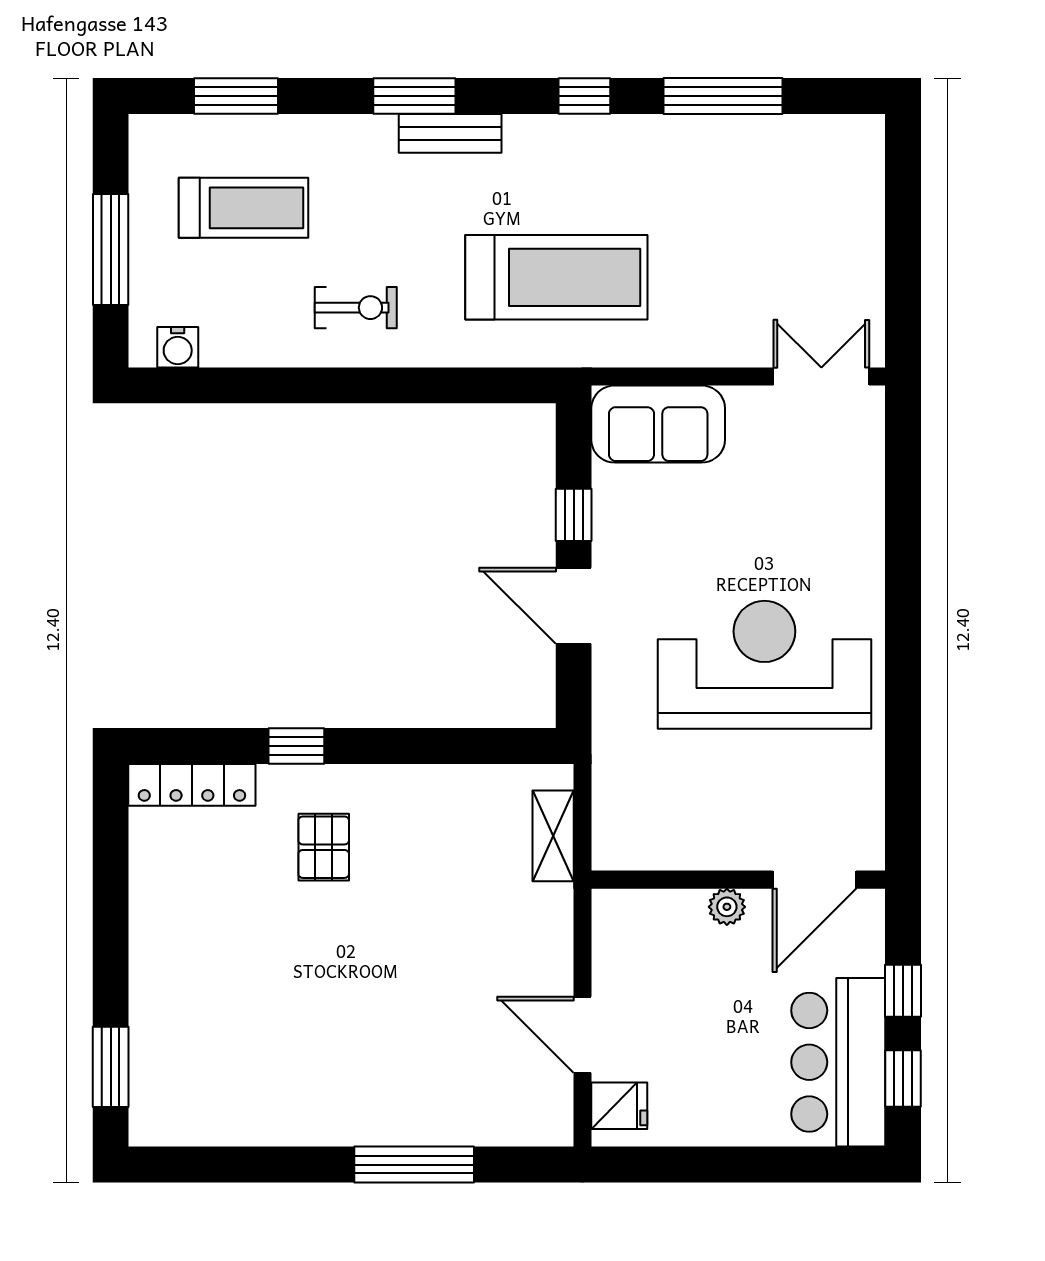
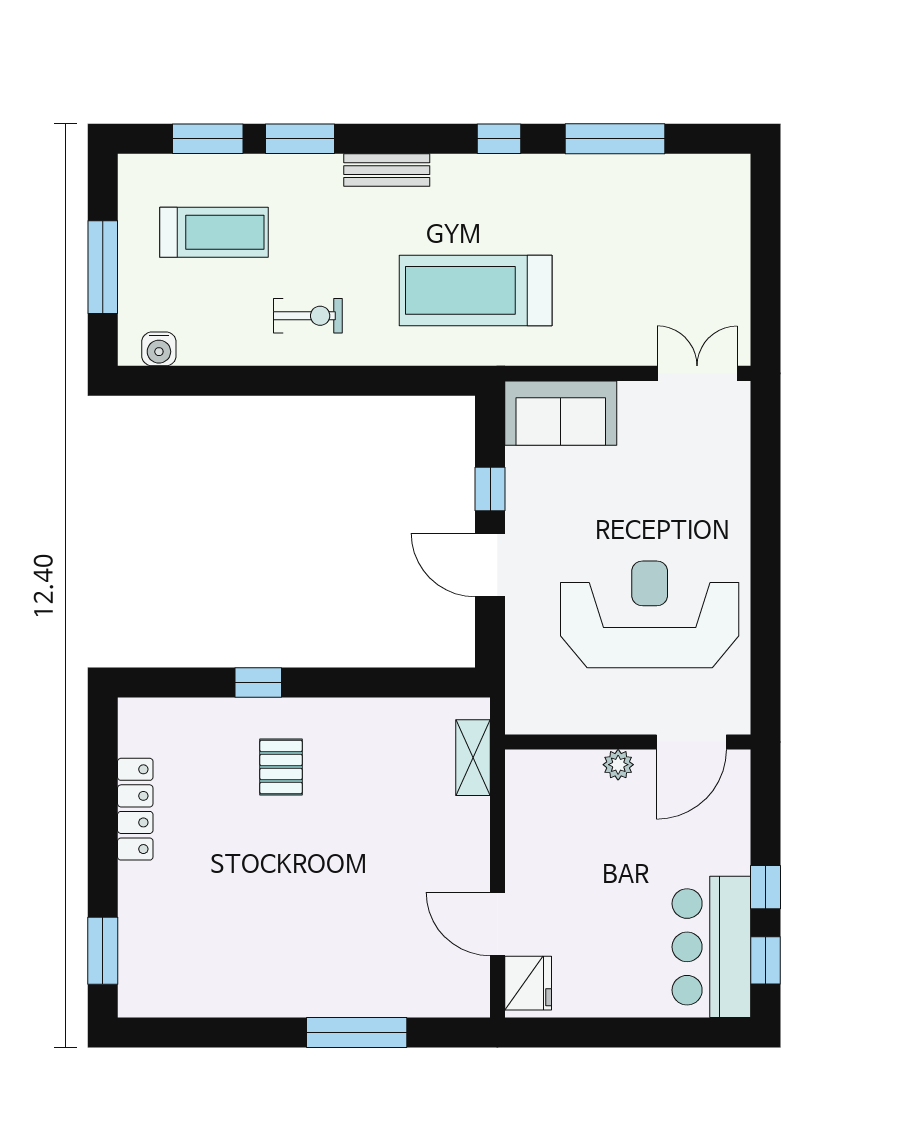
window: (414, 96) -> (300, 139), moved
treadmill: (556, 277) -> (476, 290), turned 180
locker: (192, 785) -> (135, 809), moved, turned -90
wall: (738, 880) -> (628, 742), moved
door: (814, 880) -> (691, 742), moved
plant: (727, 907) -> (618, 765), moved
fridge: (619, 1106) -> (528, 983), width x1.38

